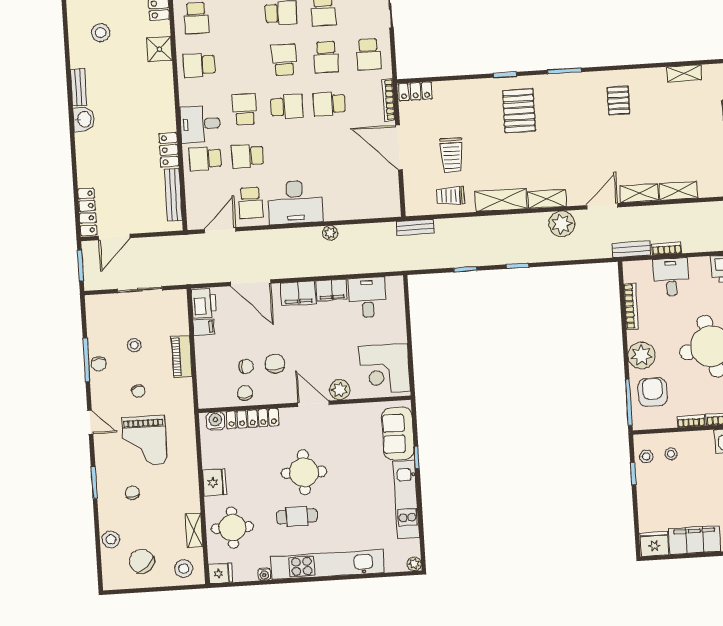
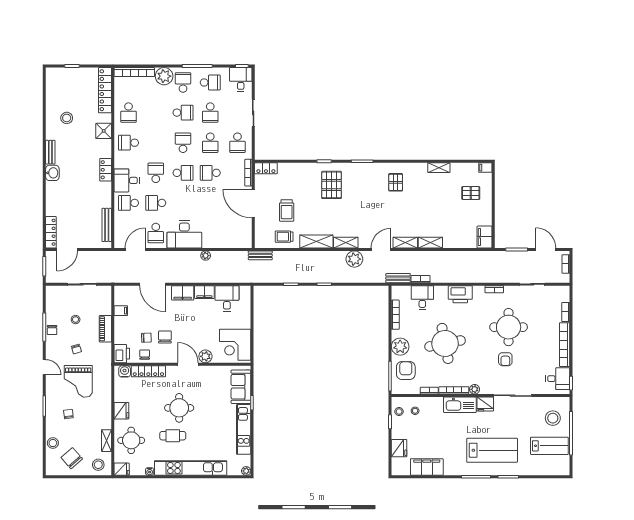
locker: (169, 150) -> (106, 170), moved
printer: (204, 303) -> (122, 354), moved
fridge: (654, 544) -> (399, 448), moved, turned 90

